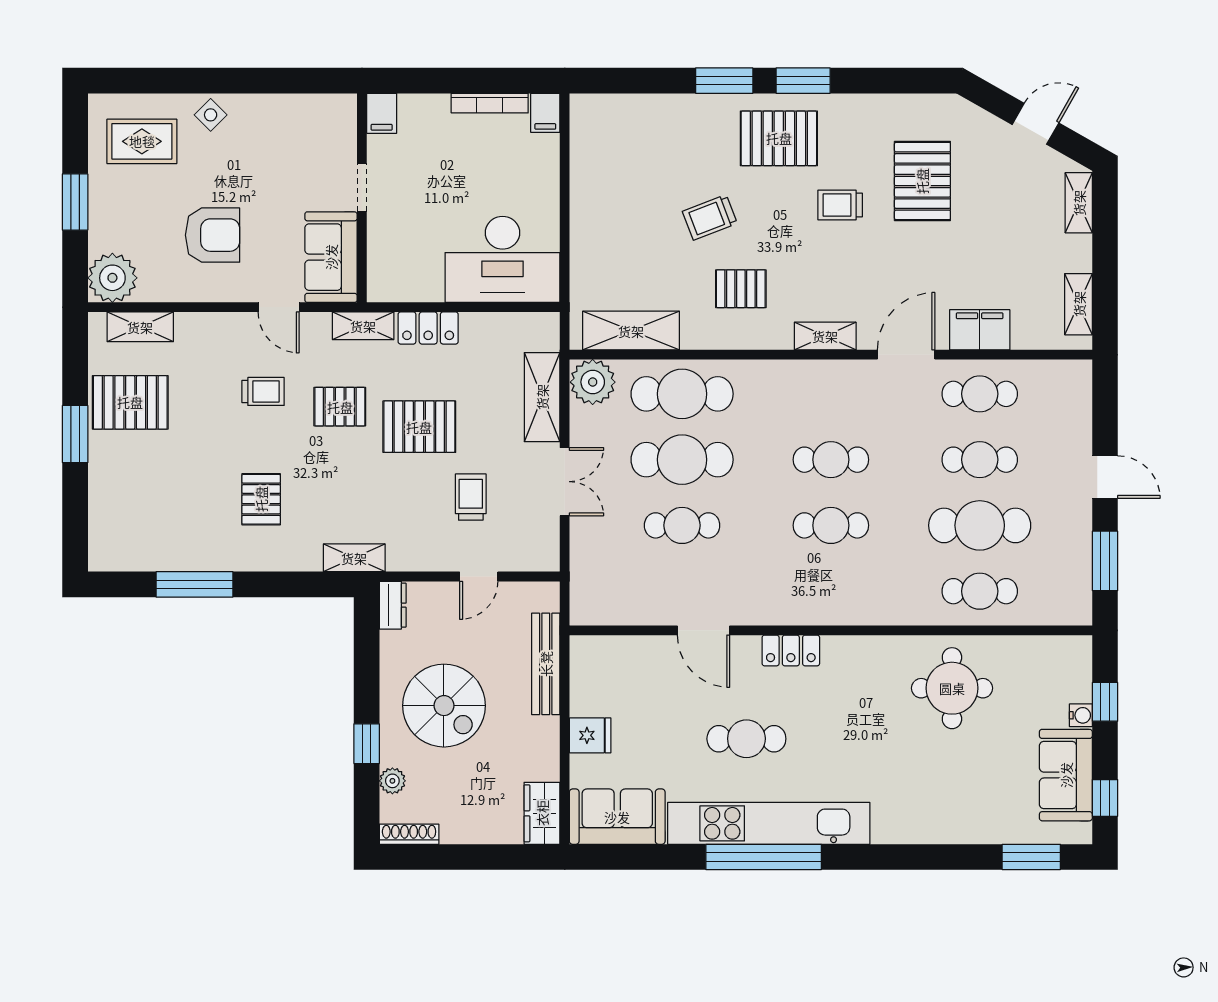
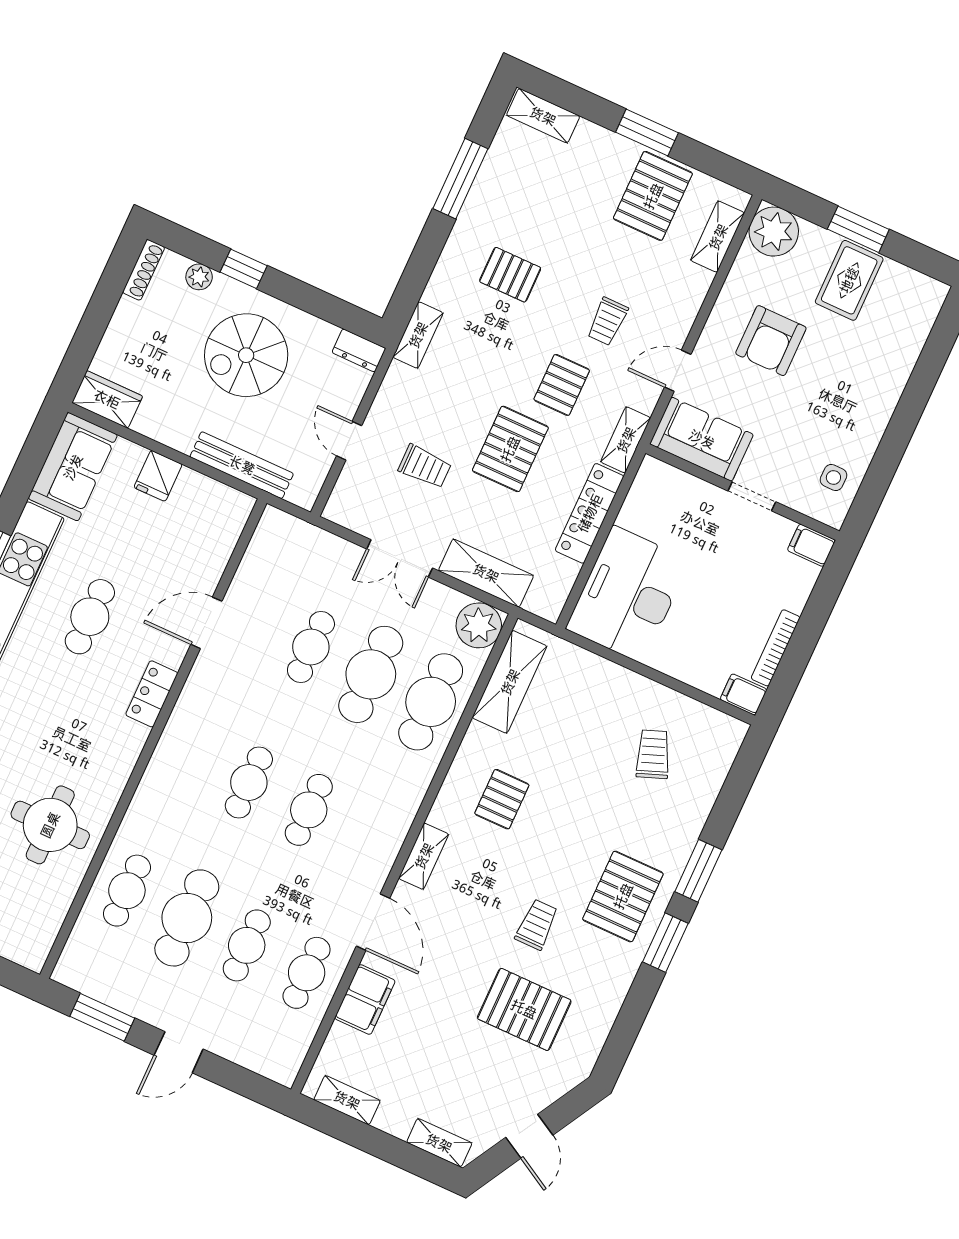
side table: (211, 115) -> (833, 477), moved, turned 45
rug: (142, 141) -> (849, 280), moved
trolley: (710, 217) -> (653, 754), moved
locker: (428, 328) -> (590, 513), width x1.53
shelving: (103, 535) -> (543, 116), added

